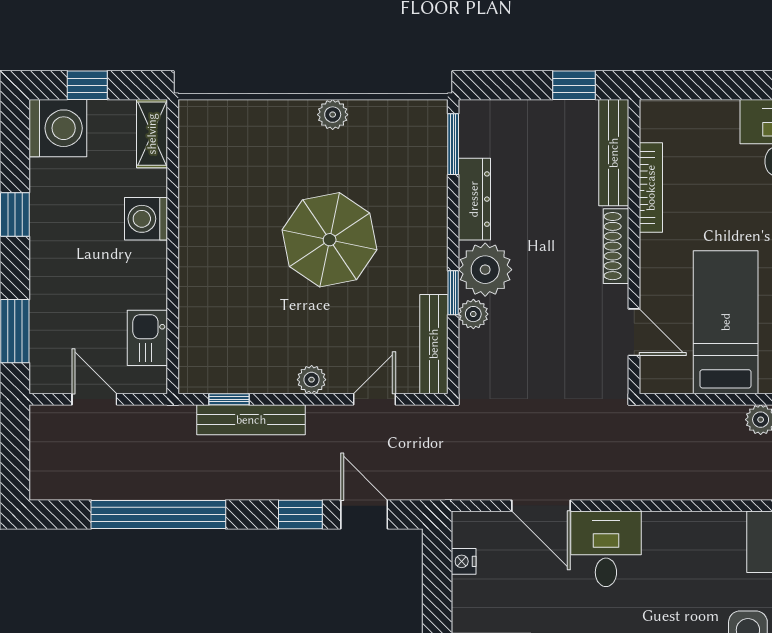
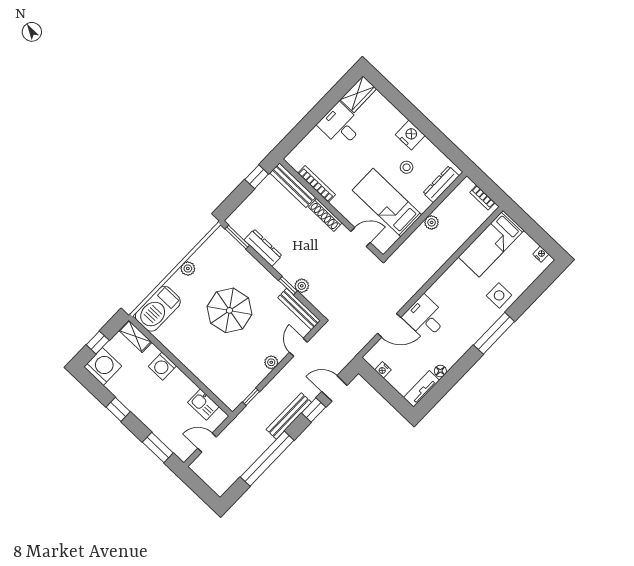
barbecue: (227, 128) -> (158, 309), added
plant: (485, 270) -> (290, 267), removed
bench: (251, 420) -> (289, 416), moved

